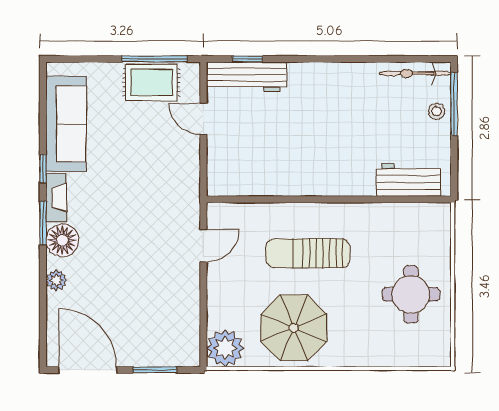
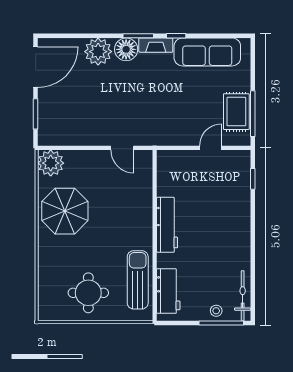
workbench: (247, 77) -> (167, 225), moved, turned 180
sun lounger: (308, 253) -> (138, 280), moved
plant: (56, 280) -> (98, 52), width x1.87, depth x1.87

